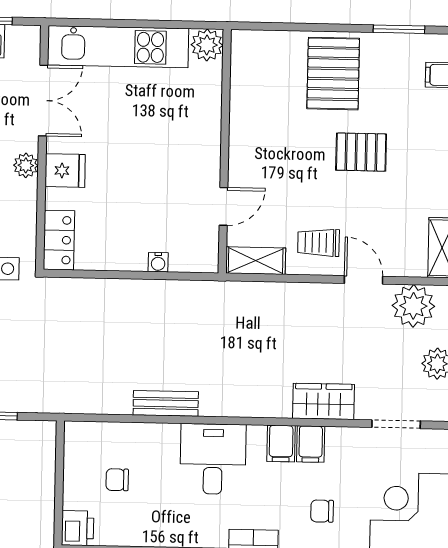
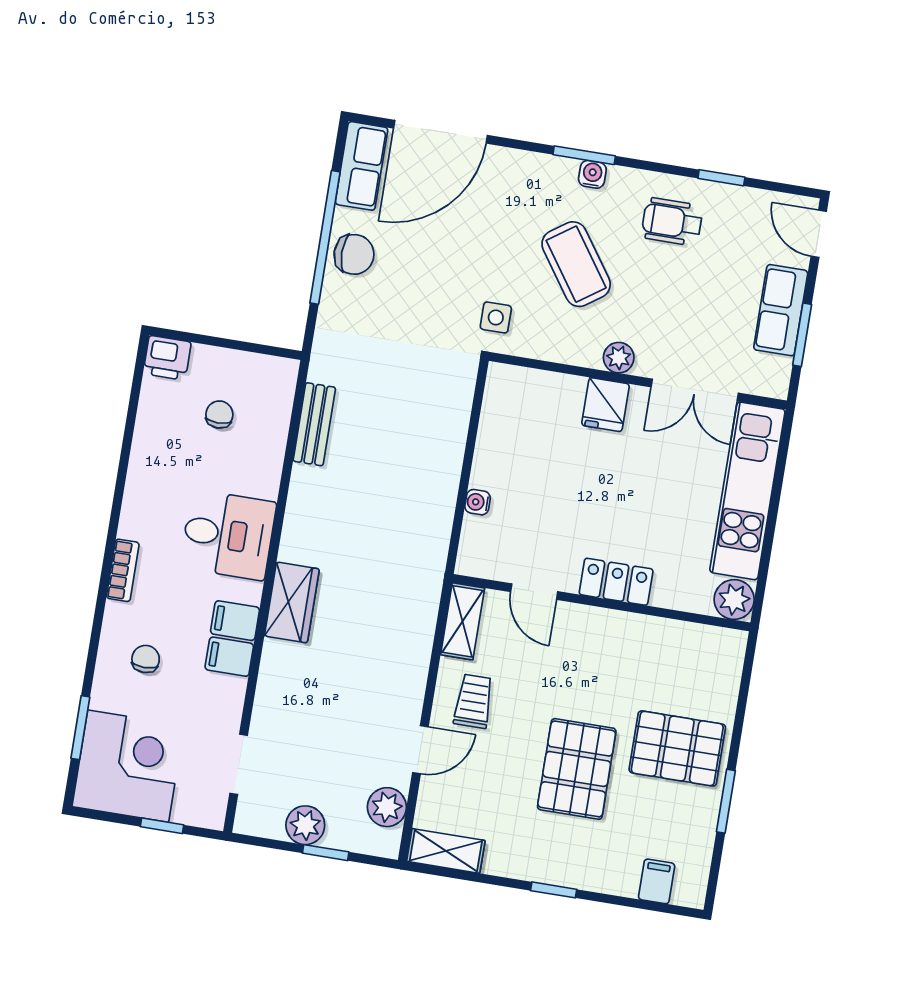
window: (399, 29) -> (726, 801), moved
pallet: (361, 152) -> (577, 769), width x1.50, depth x1.42
locker: (59, 240) -> (616, 582), moved, turned 180
plant: (413, 306) -> (387, 807), width x0.73, depth x0.73
wardrobe: (324, 401) -> (292, 602), moved
bench: (166, 403) -> (314, 424), moved

